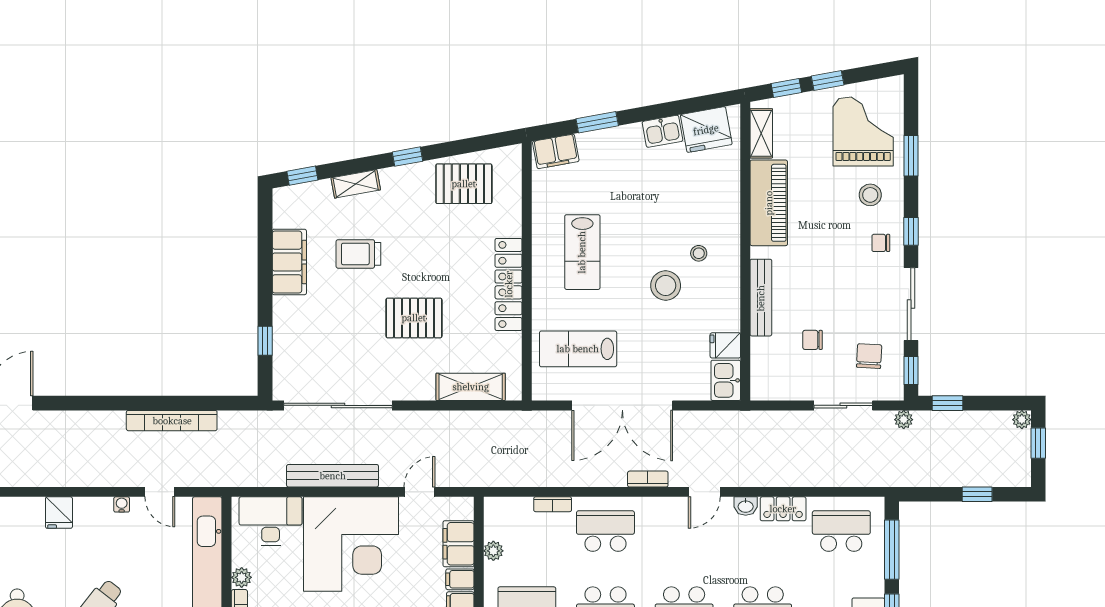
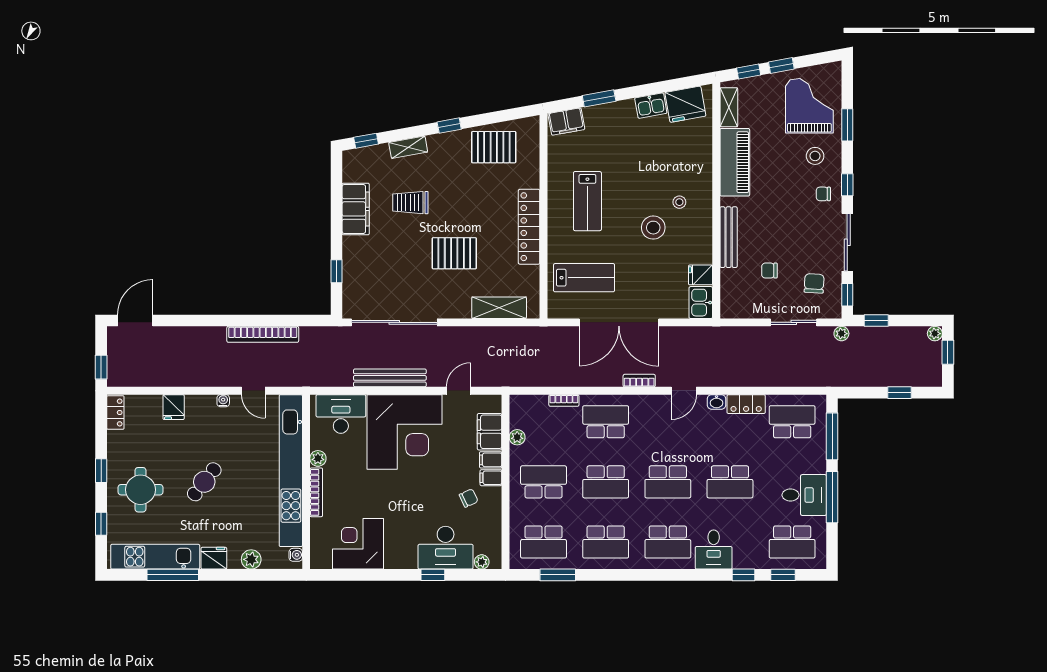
lab bench: (578, 349) -> (584, 278), turned 180

